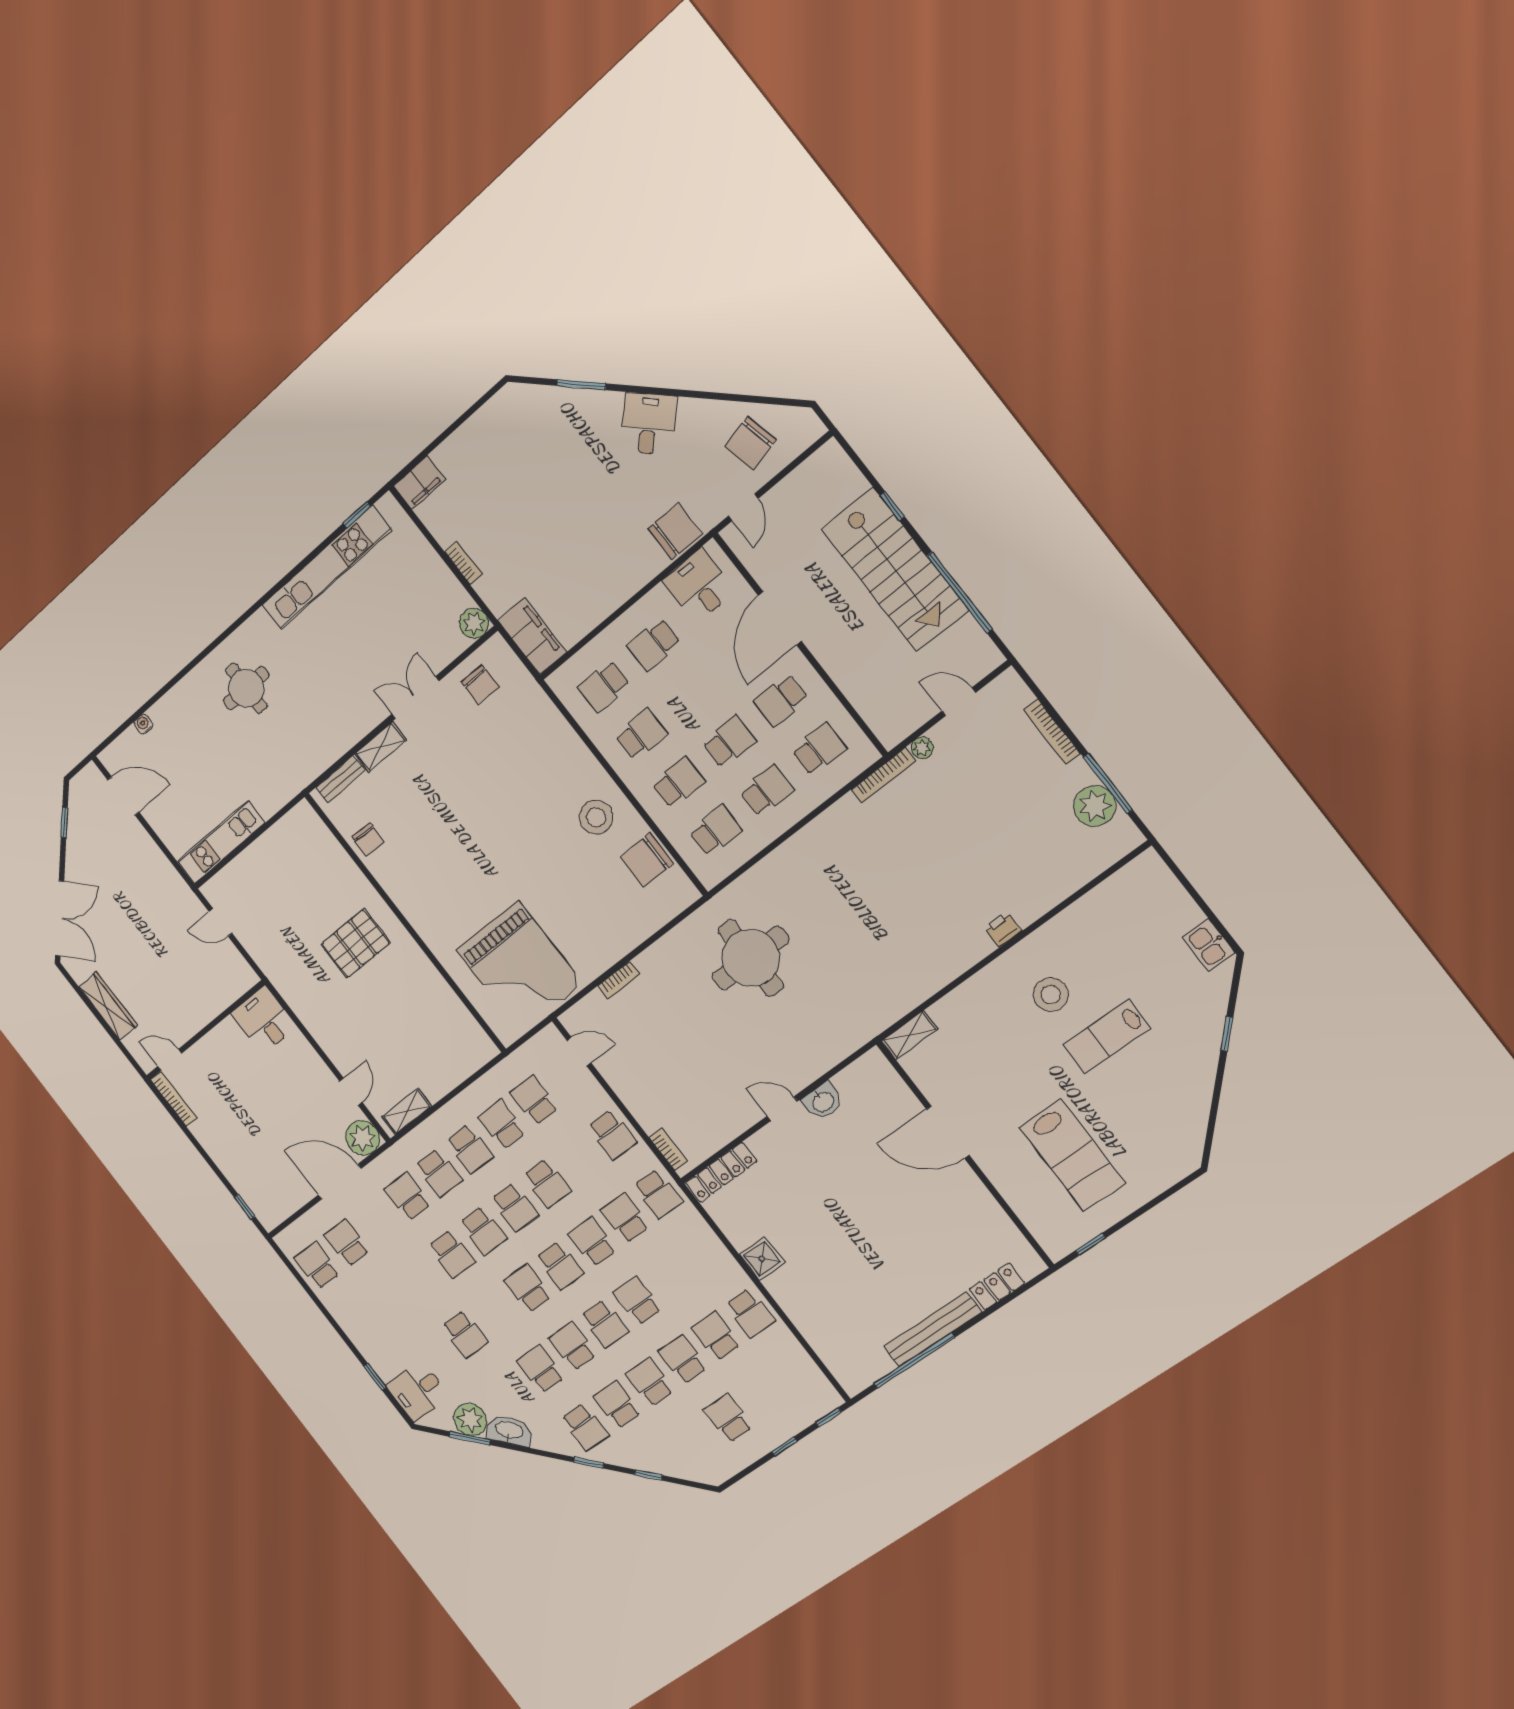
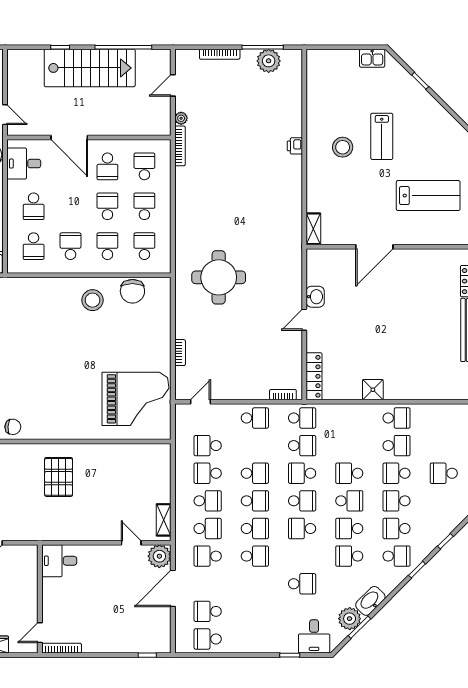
school desk: (625, 1218) -> (302, 446), turned 180
school desk: (716, 1336) -> (396, 446), turned 180

